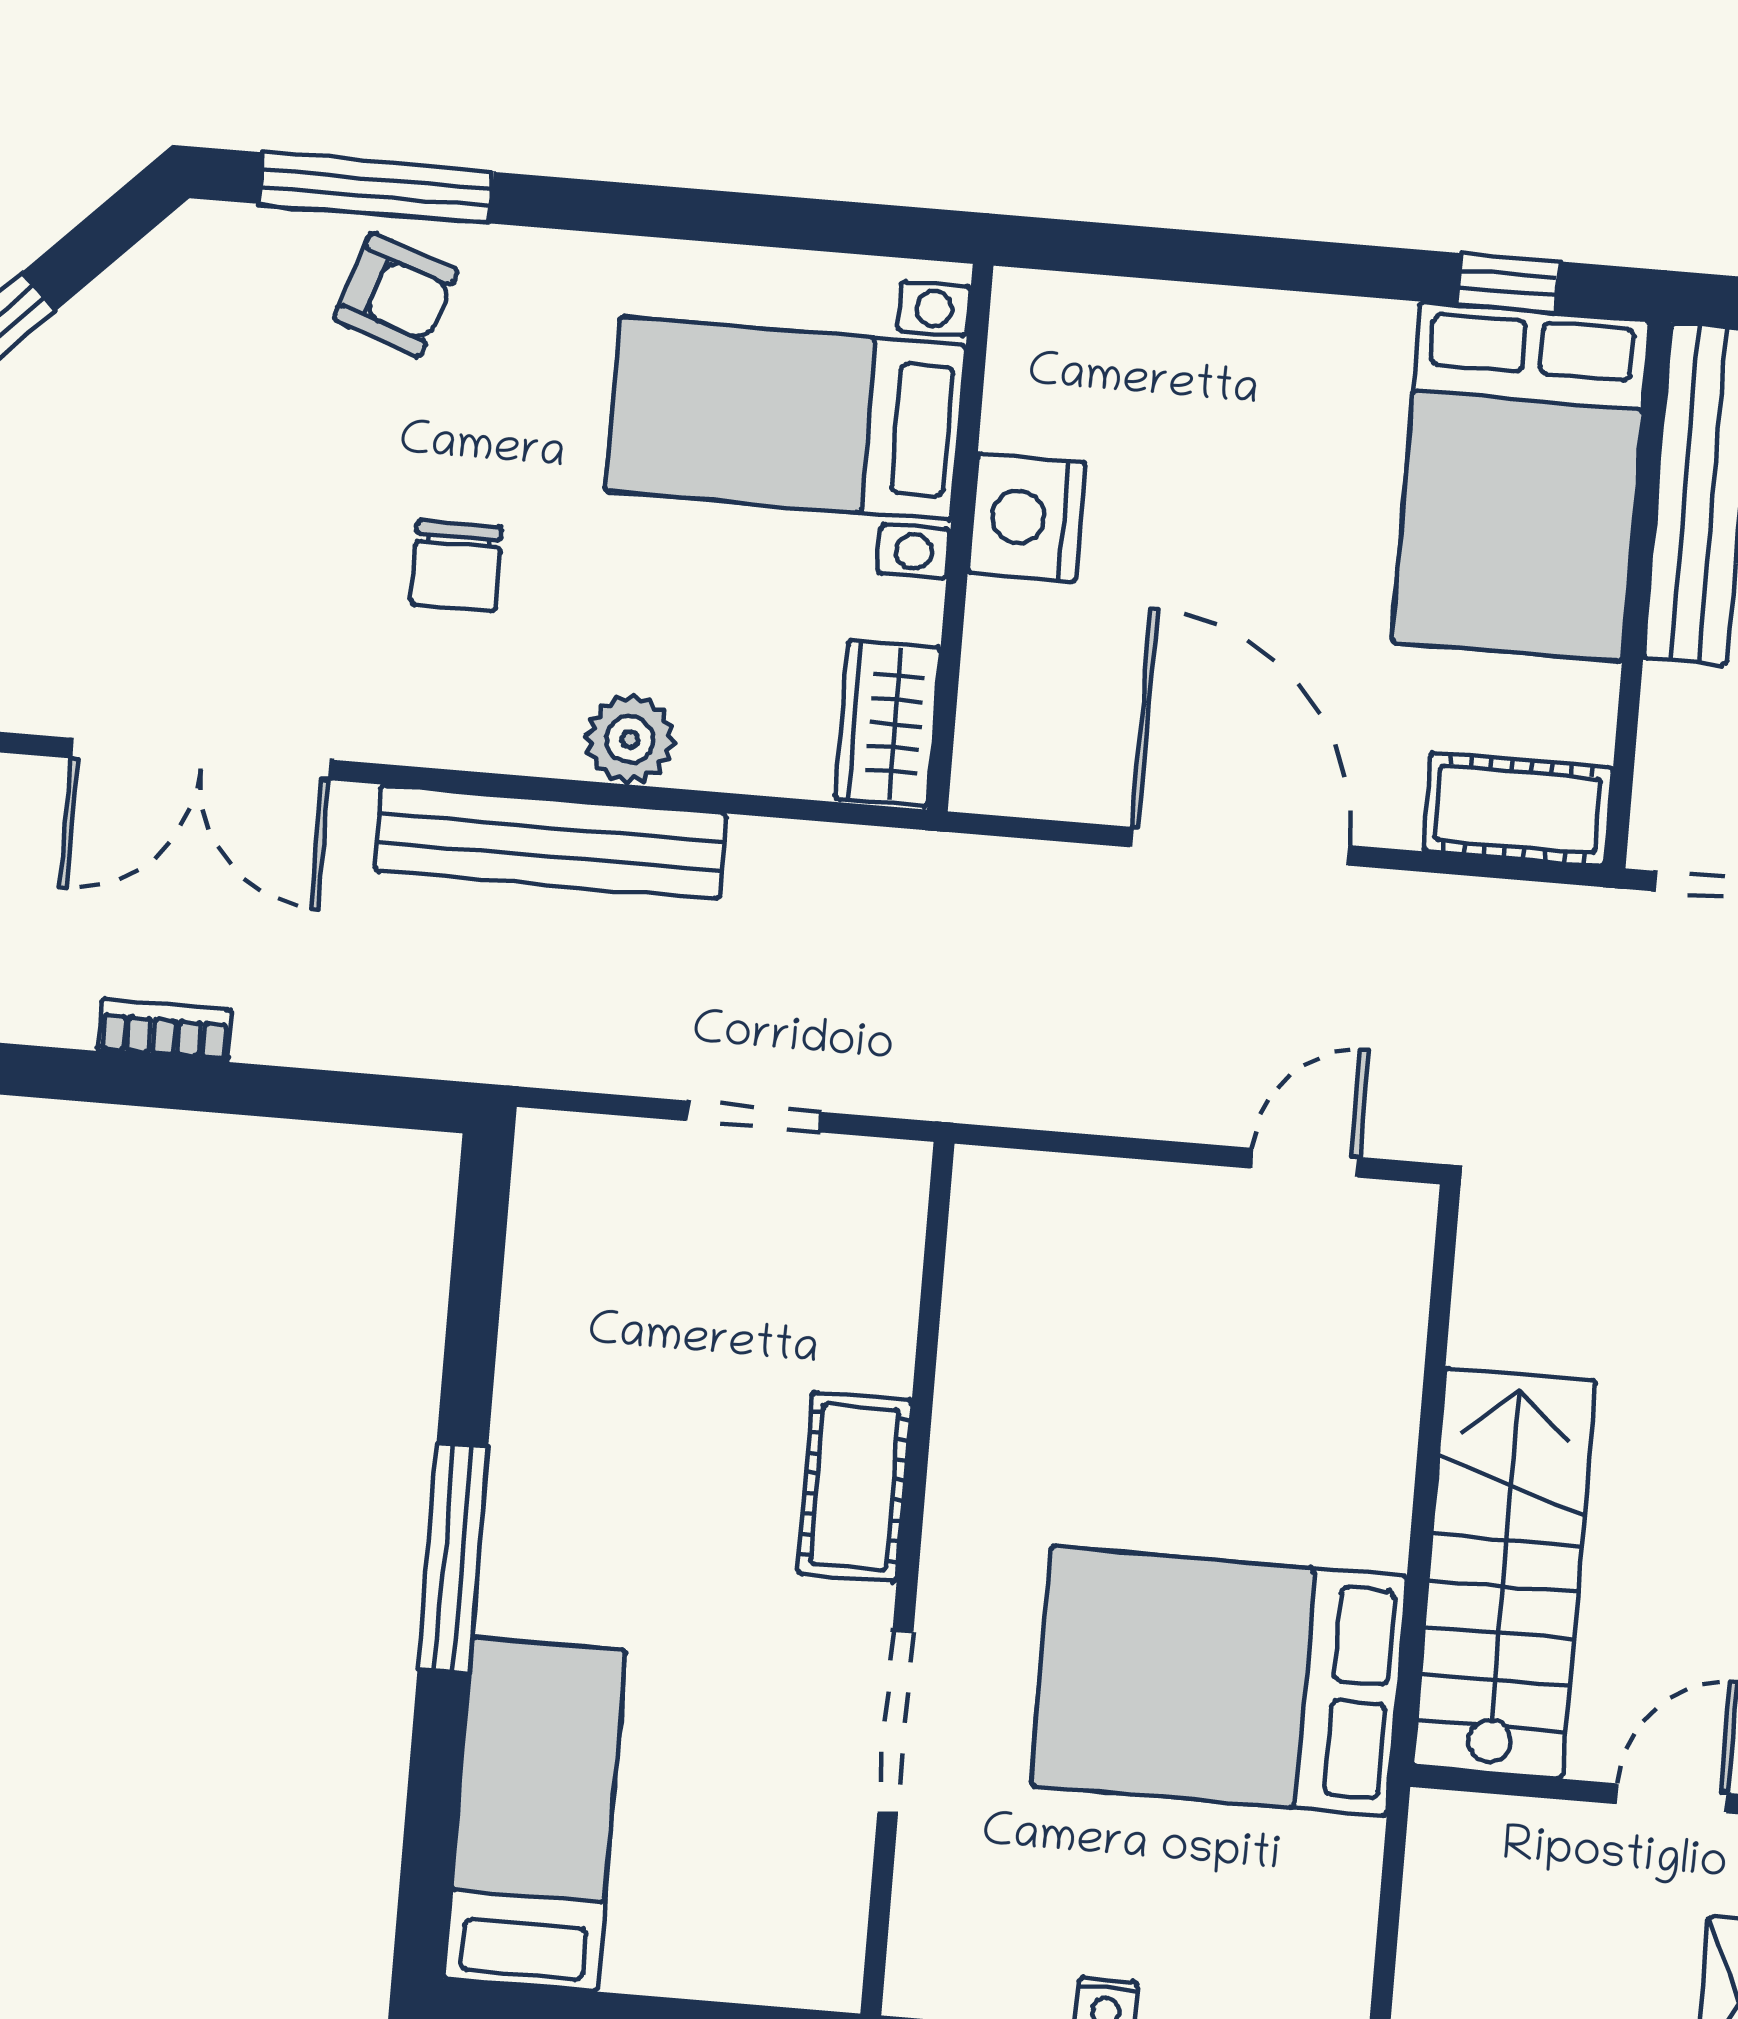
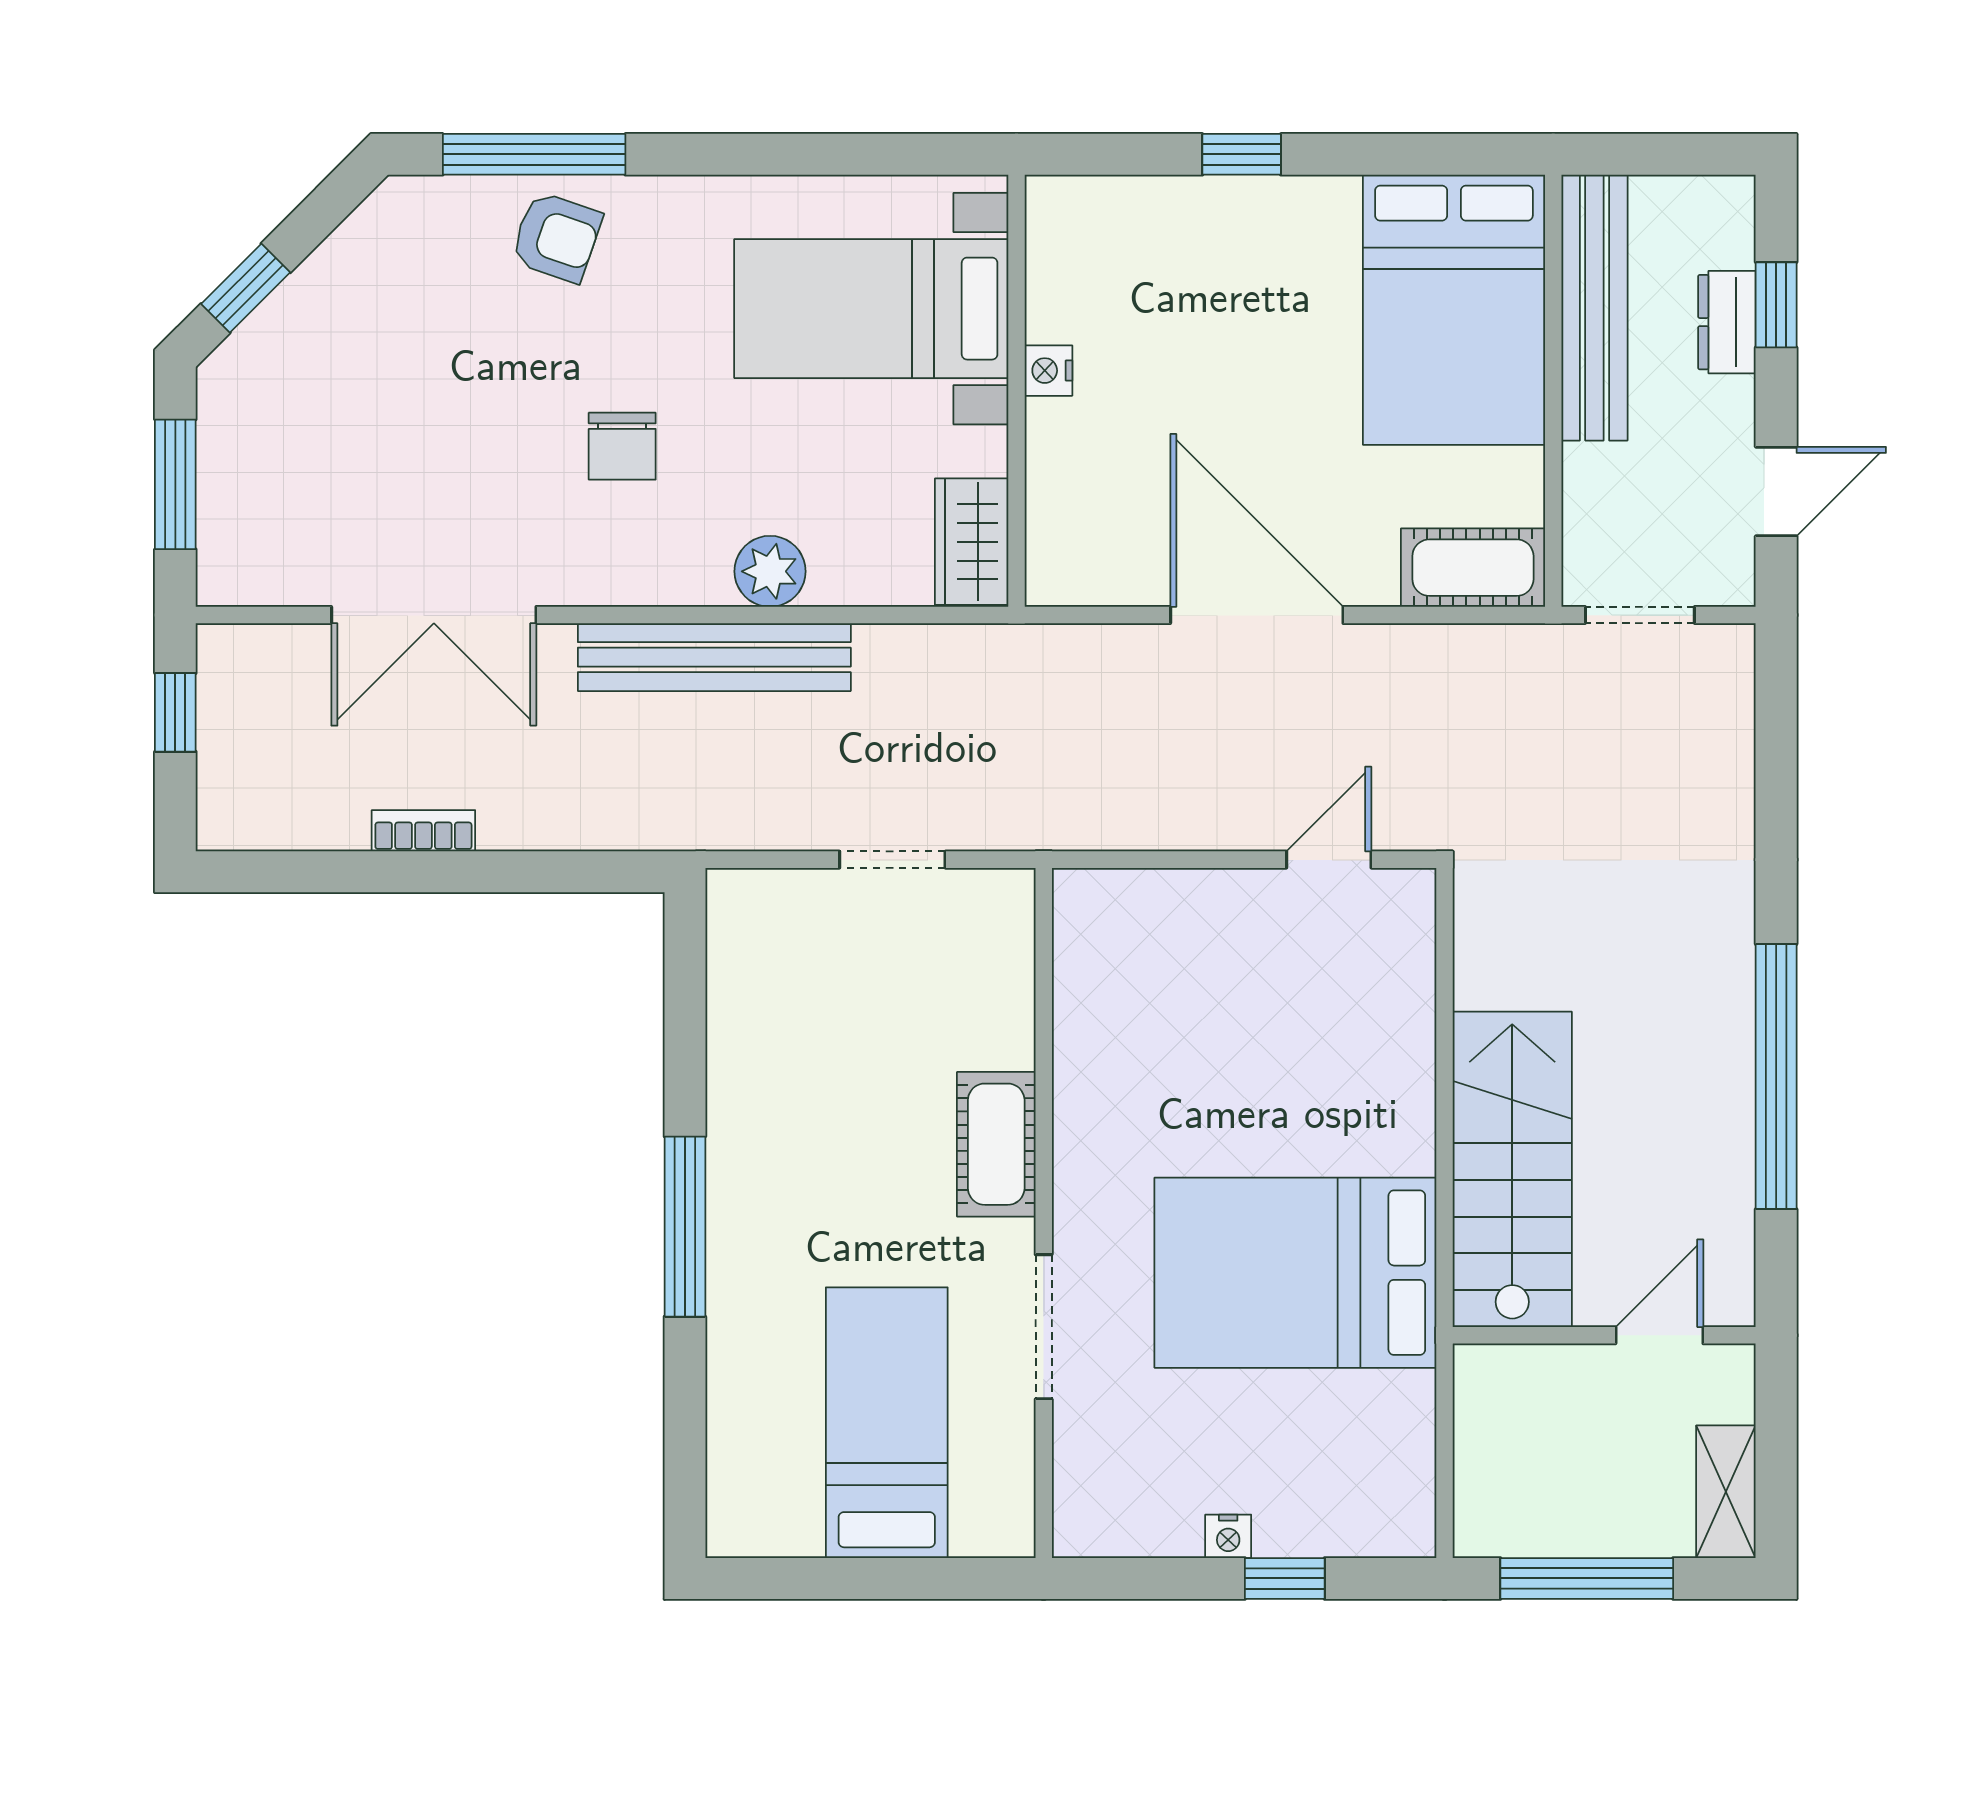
window: (1508, 283) -> (1242, 154), moved
nightstand: (1027, 517) -> (1048, 371), width x0.53, depth x0.56
bed: (535, 1814) -> (887, 1423), moved

